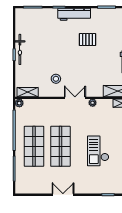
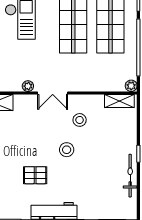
bicycle: (20, 49) -> (130, 176), moved
stool: (65, 58) -> (67, 150), added

